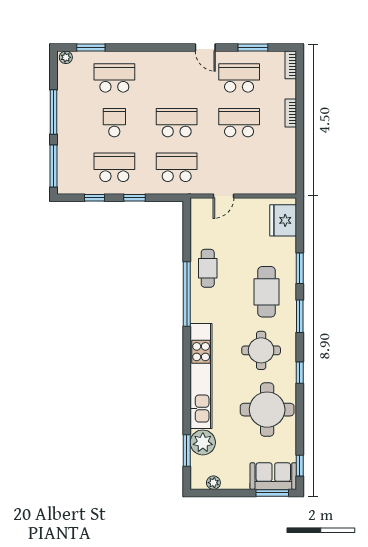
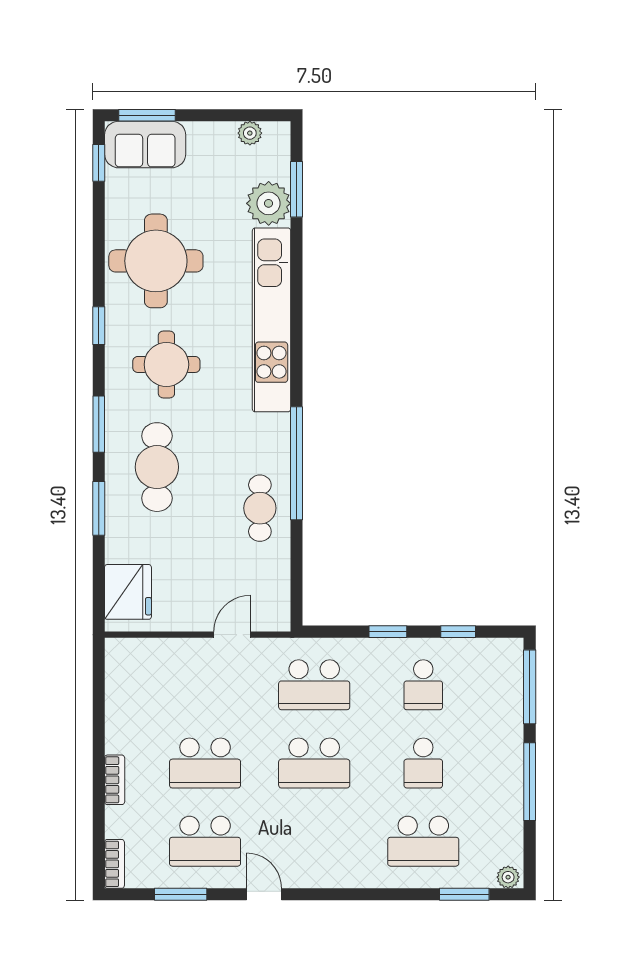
school desk: (114, 167) -> (423, 685), width x0.54

